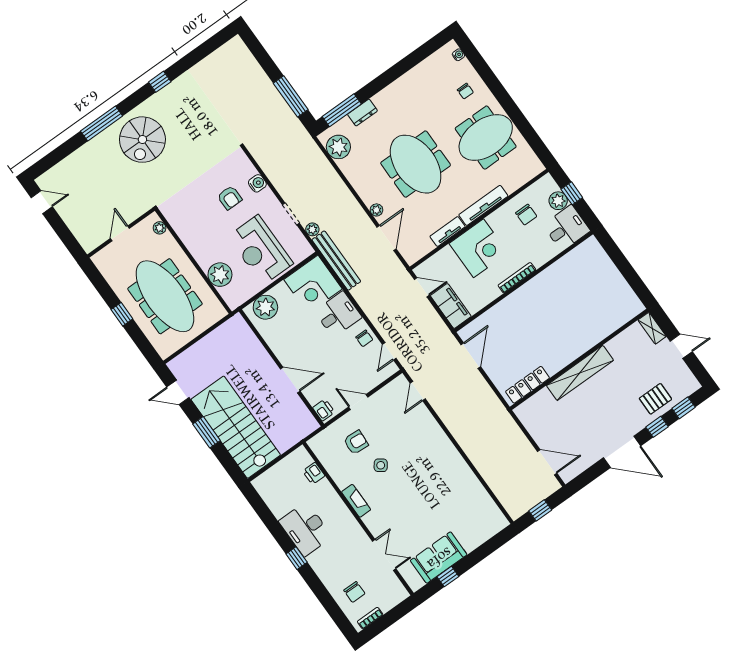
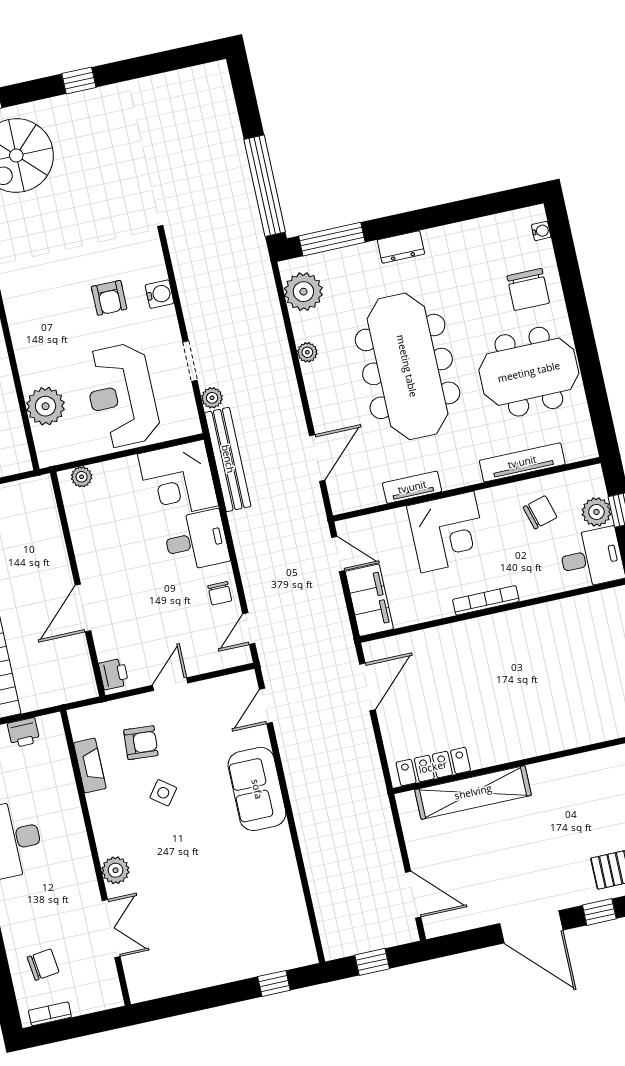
chair: (465, 91) -> (528, 289), width x1.87, depth x1.87
window: (291, 96) -> (265, 186), width x1.46
dresser: (362, 113) -> (401, 247), moved
meeting table: (416, 164) -> (407, 366), width x1.36
tv unit: (483, 205) -> (522, 462), moved
plant: (376, 210) -> (307, 352), moved
chair: (526, 215) -> (540, 512), turned -106
plant: (265, 307) -> (82, 477), width x0.53, depth x0.53
shelving: (580, 373) -> (473, 792), moved
door: (290, 380) -> (83, 608), swing flipped
door: (358, 402) -> (170, 684), hinge flipped
printer: (314, 473) -> (24, 733), moved, turned -90
fireplace: (356, 501) -> (90, 766), moved
plant: (372, 521) -> (116, 870), added
sofa: (439, 558) -> (257, 789), moved, turned -90
window: (448, 577) -> (274, 983), moved
chair: (354, 592) -> (43, 965), turned -97

